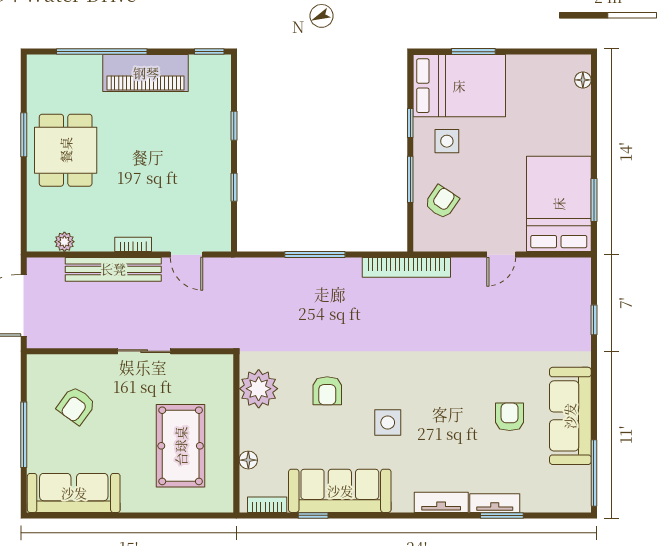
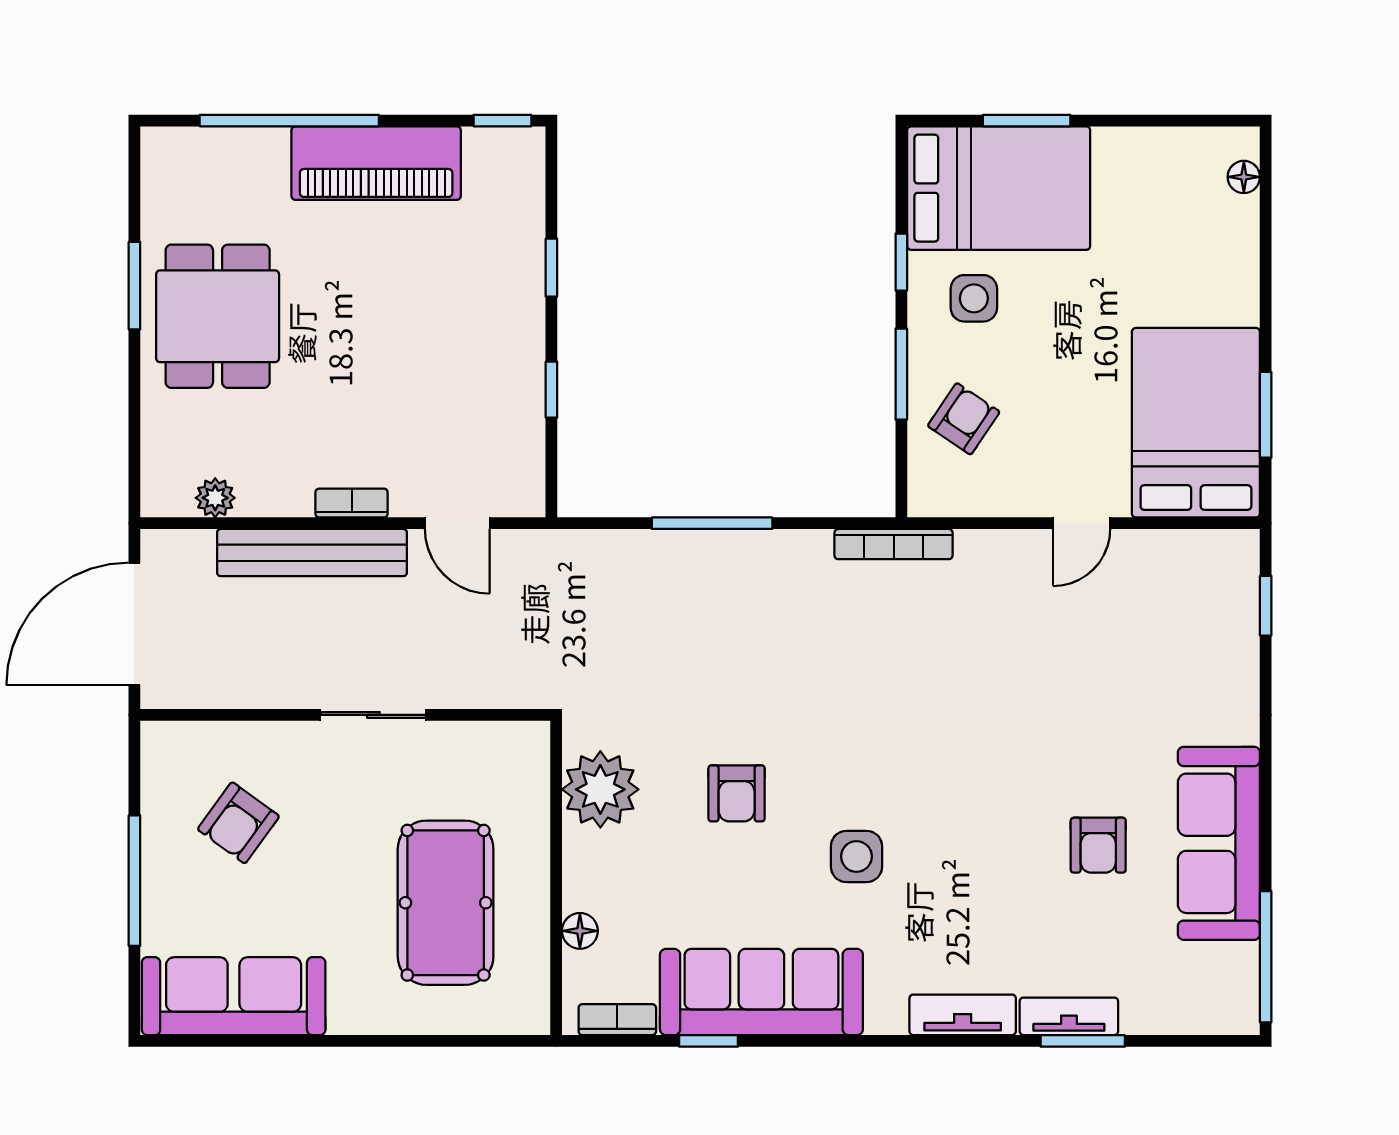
bookcase: (406, 267) -> (894, 544), width x0.68, depth x0.76
window: (594, 320) -> (1266, 606), moved
armchair: (510, 417) -> (1098, 845), turned 180

